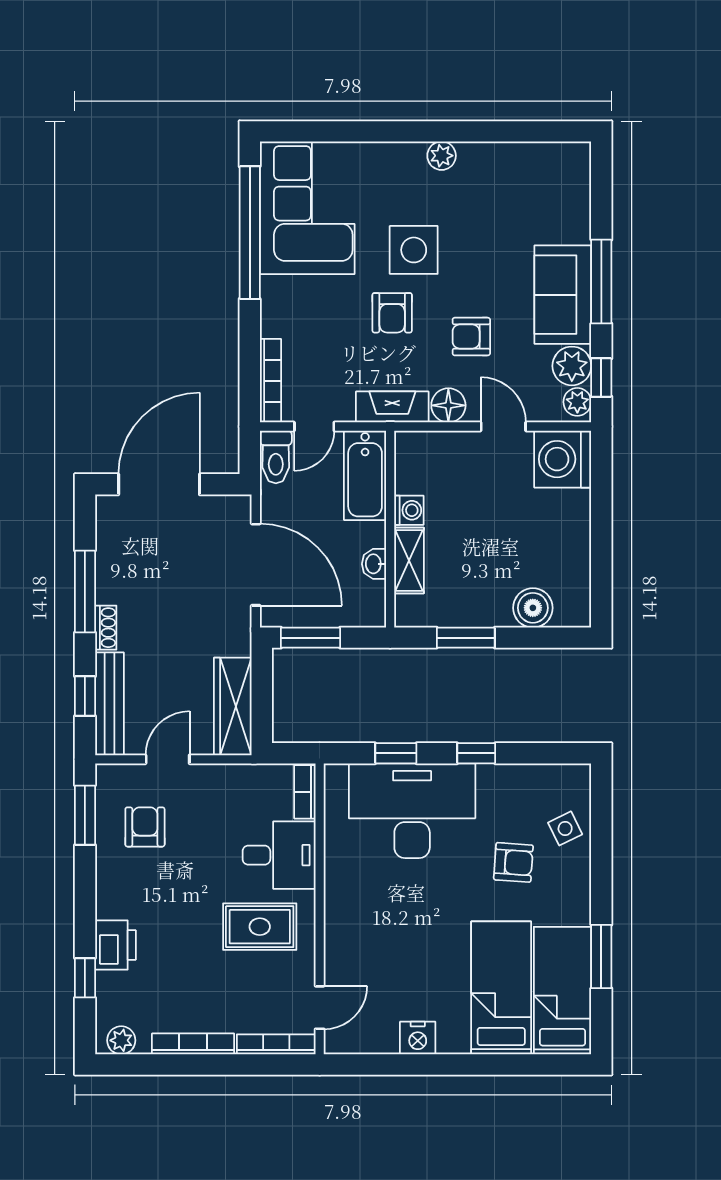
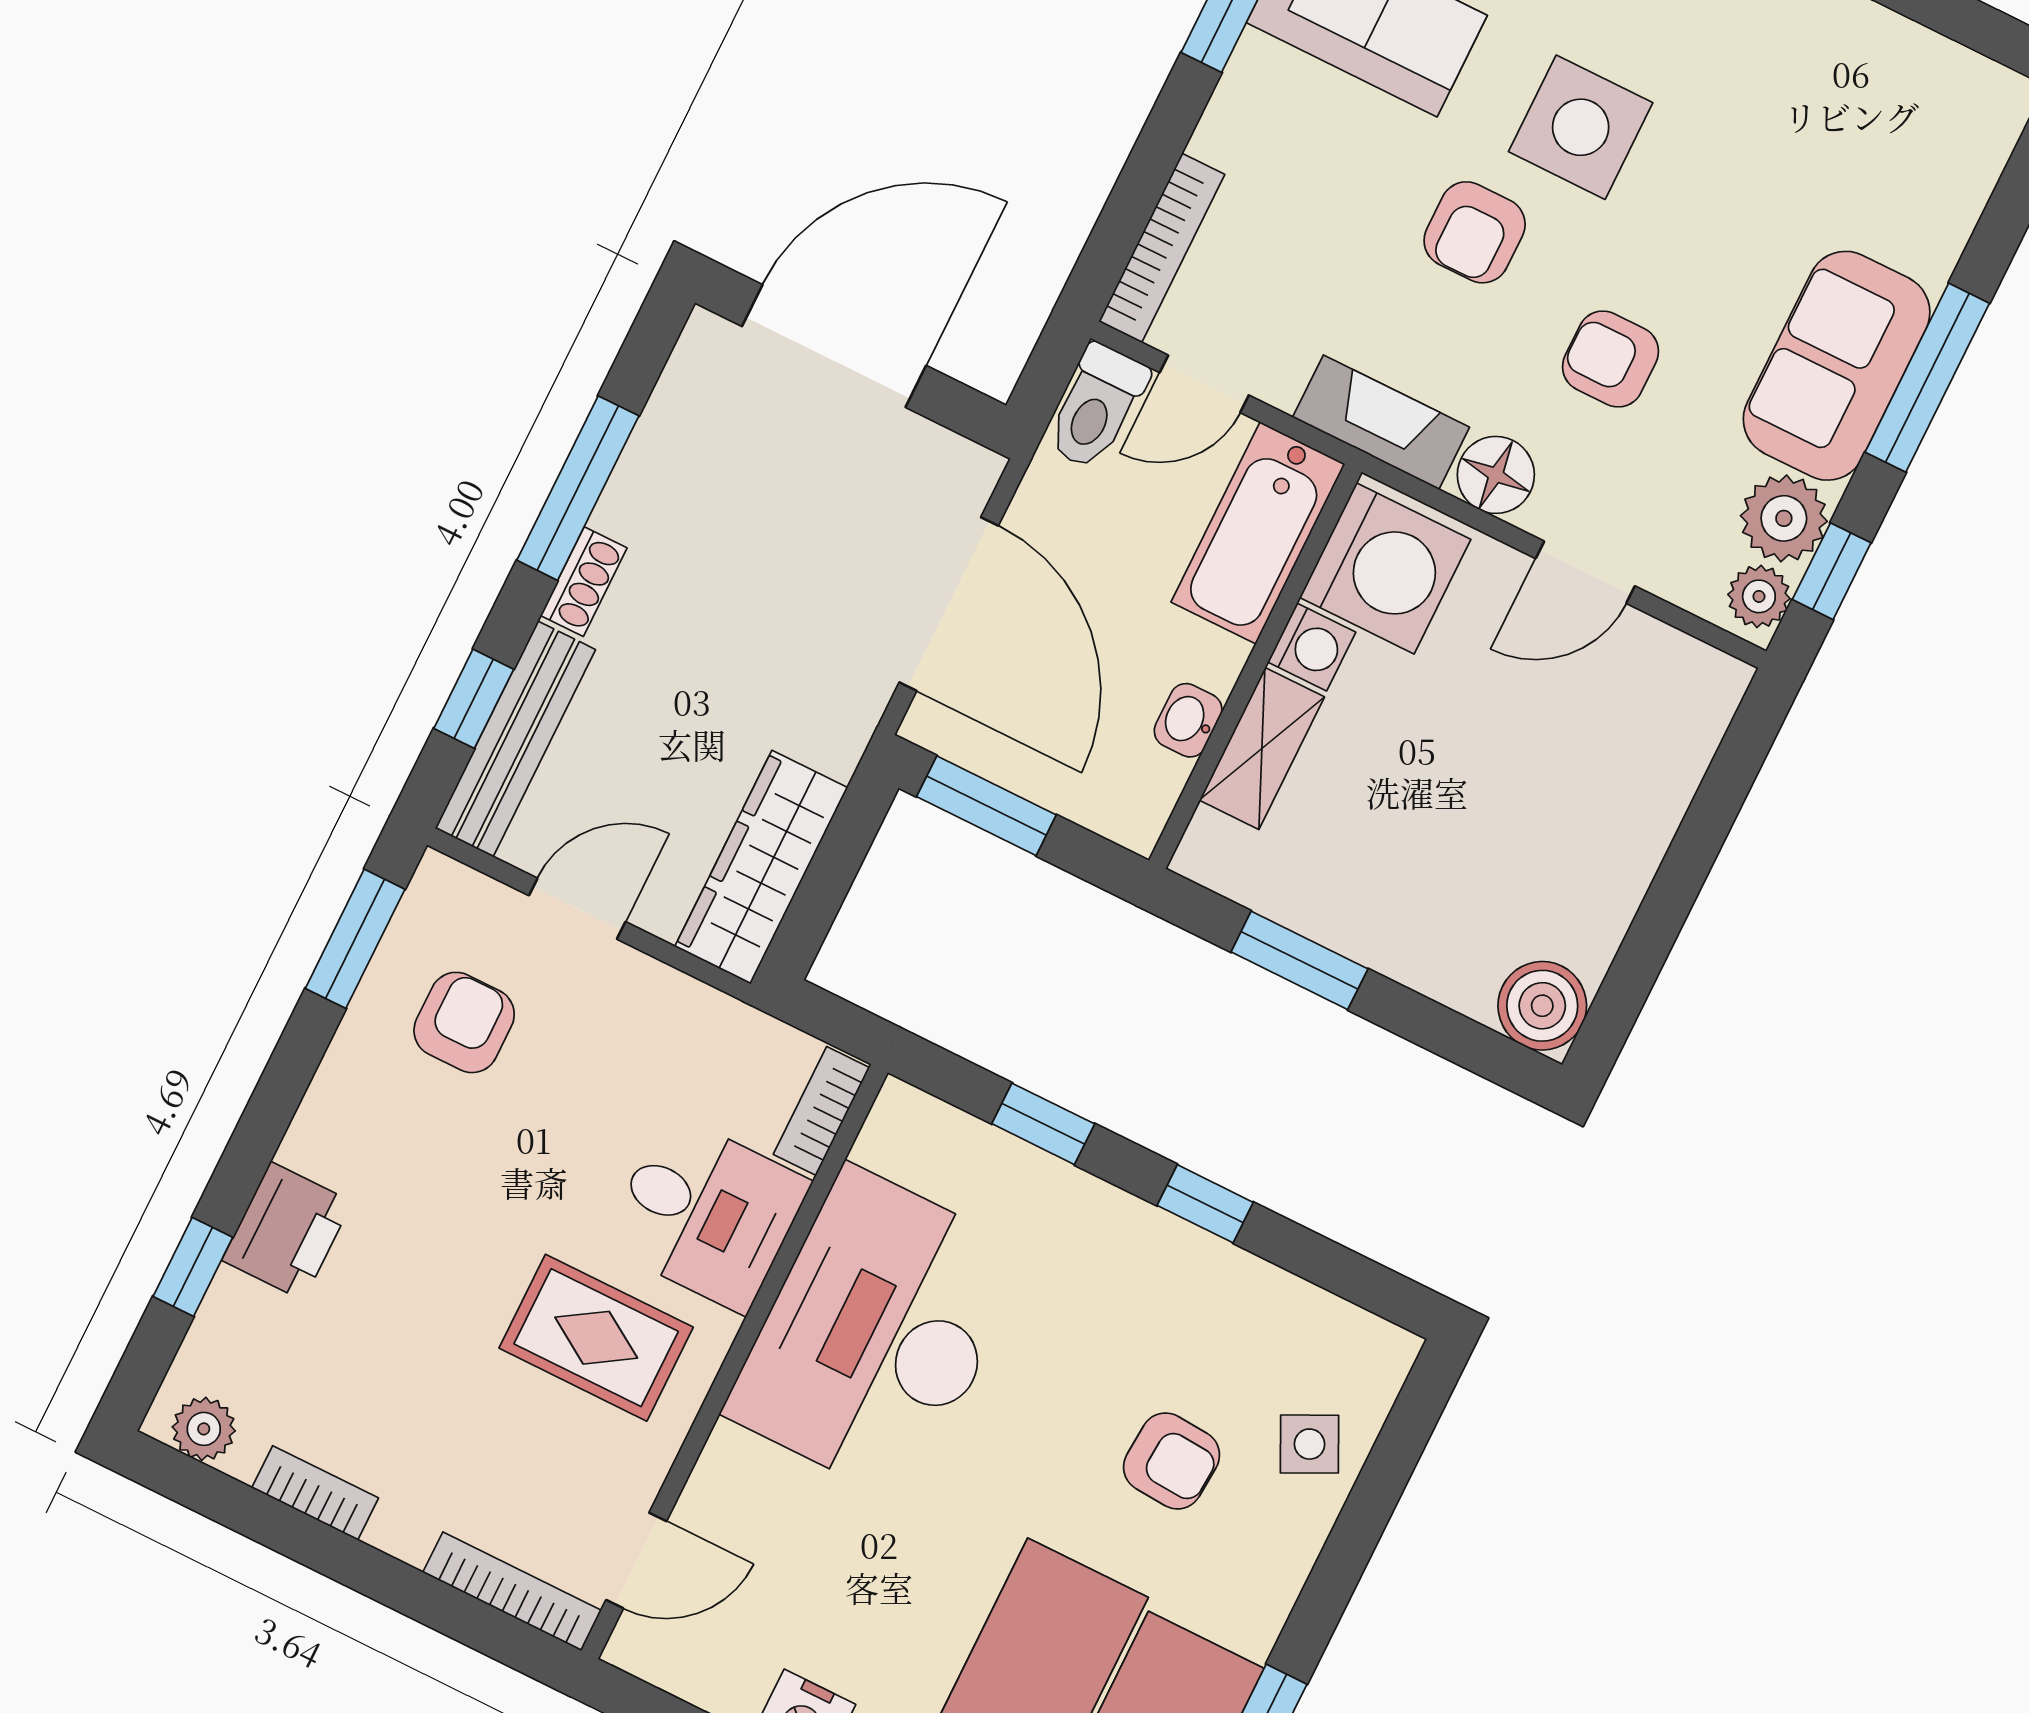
door: (503, 427) -> (1585, 572), swing flipped
washing machine: (563, 459) -> (1385, 568), moved, turned 180
boiler: (533, 608) -> (1542, 1006), moved
desk: (412, 811) -> (877, 1334), moved, turned -90
bookcase: (193, 1044) -> (315, 1493), width x0.64

